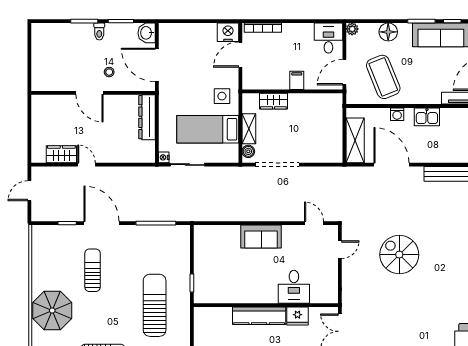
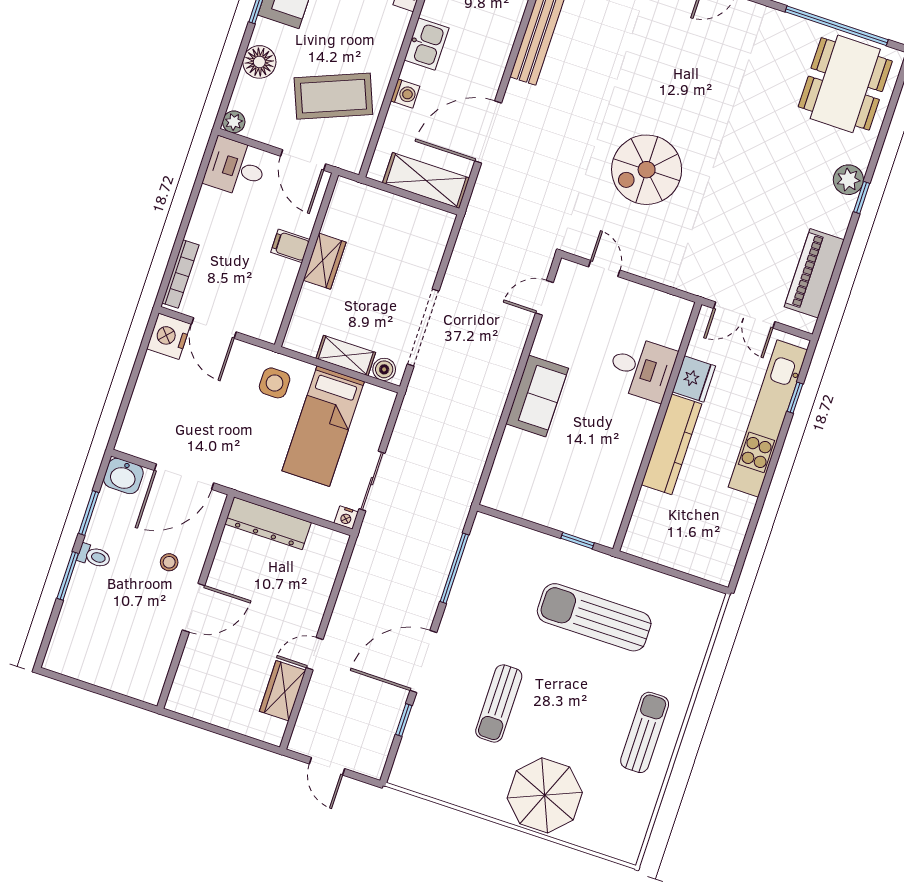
wardrobe: (273, 101) -> (325, 261), moved
sun lounger: (93, 270) -> (499, 703), turned -90

